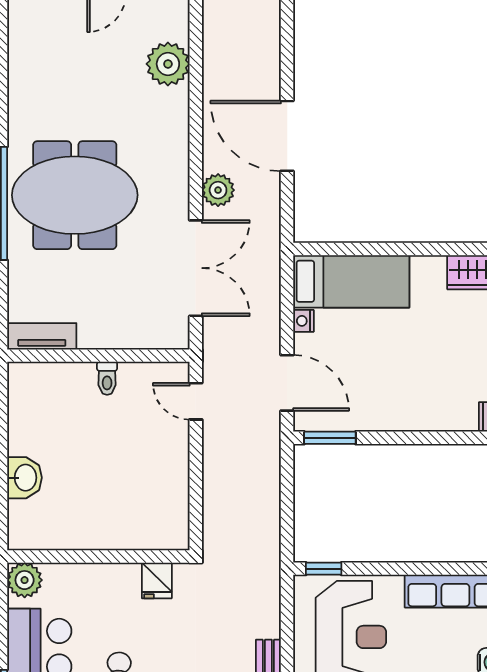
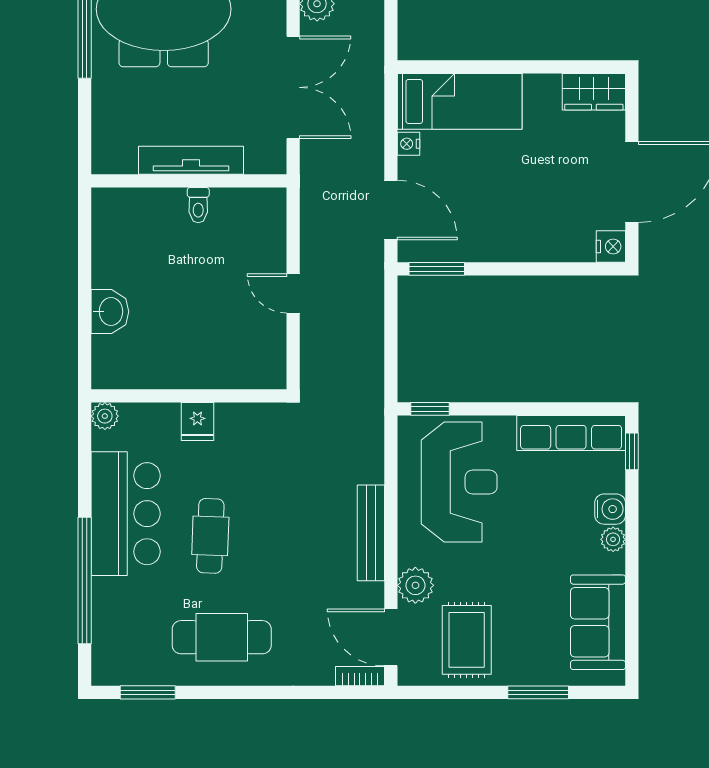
tv unit: (42, 336) -> (191, 160), moved, width x1.41
door: (196, 401) -> (293, 293), moved
plant: (25, 580) -> (105, 416), width x0.73, depth x0.73
fridge: (157, 580) -> (197, 422), moved

